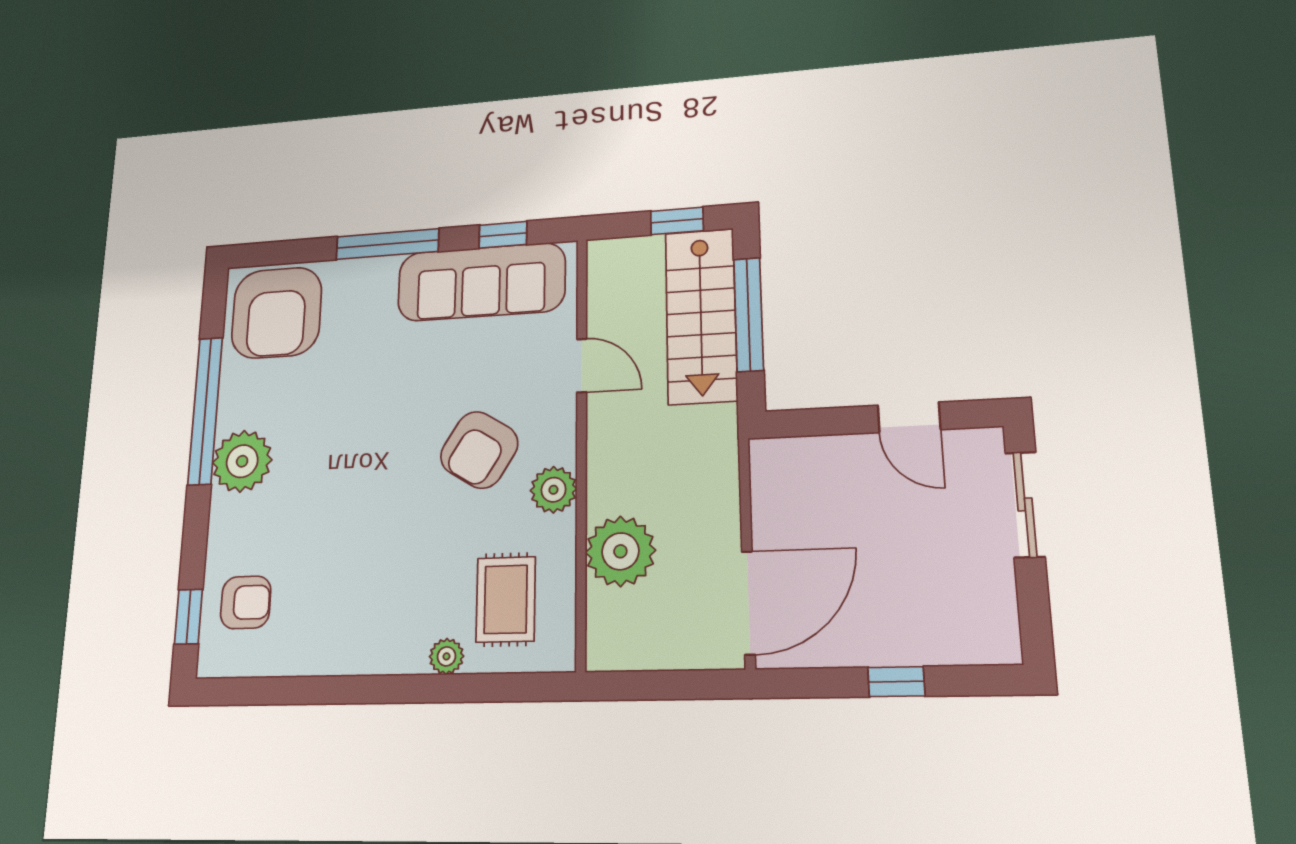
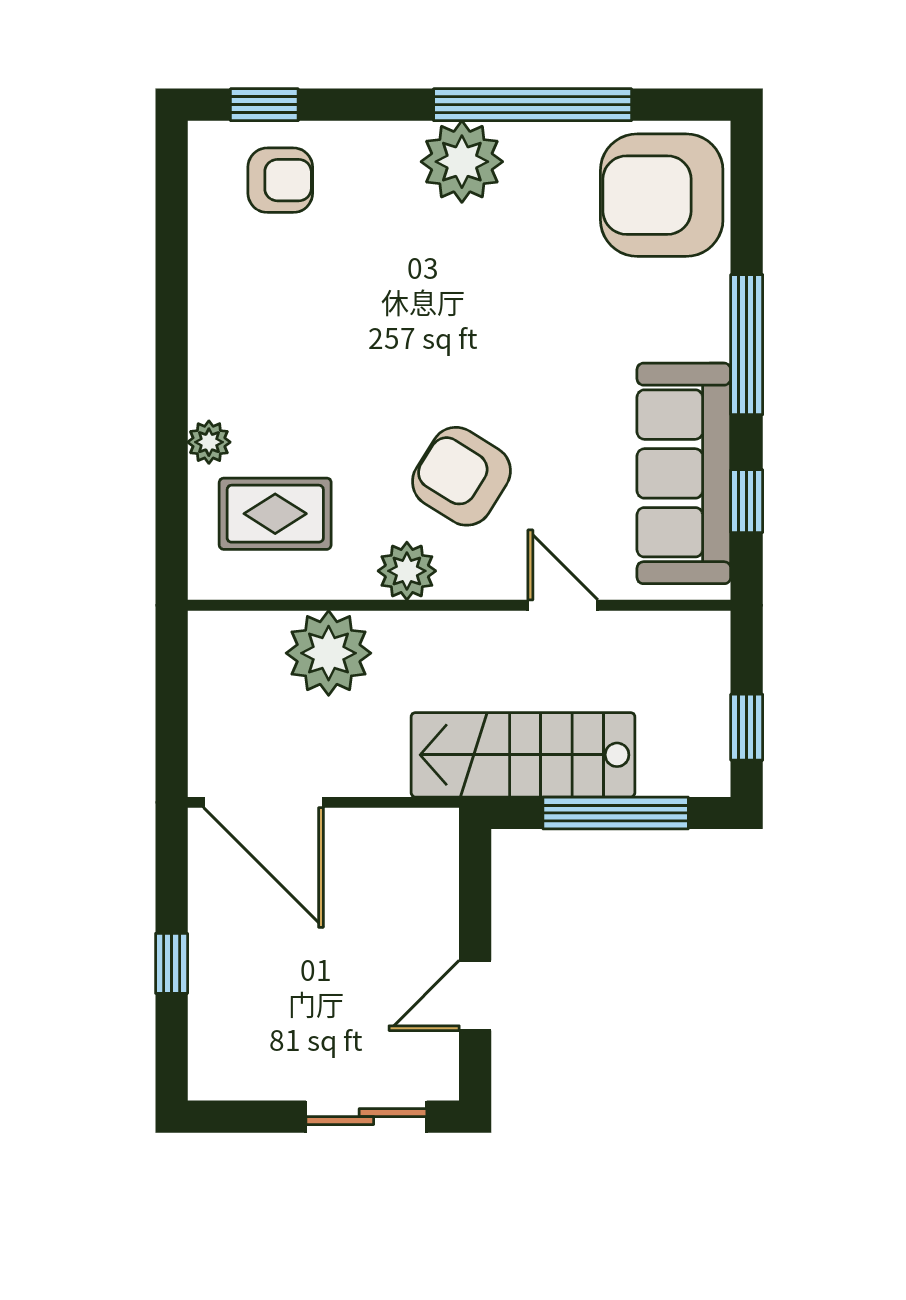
stairs: (701, 316) -> (523, 755), moved
door: (582, 366) -> (563, 605), swing flipped
armchair: (246, 602) -> (280, 180), turned -90

